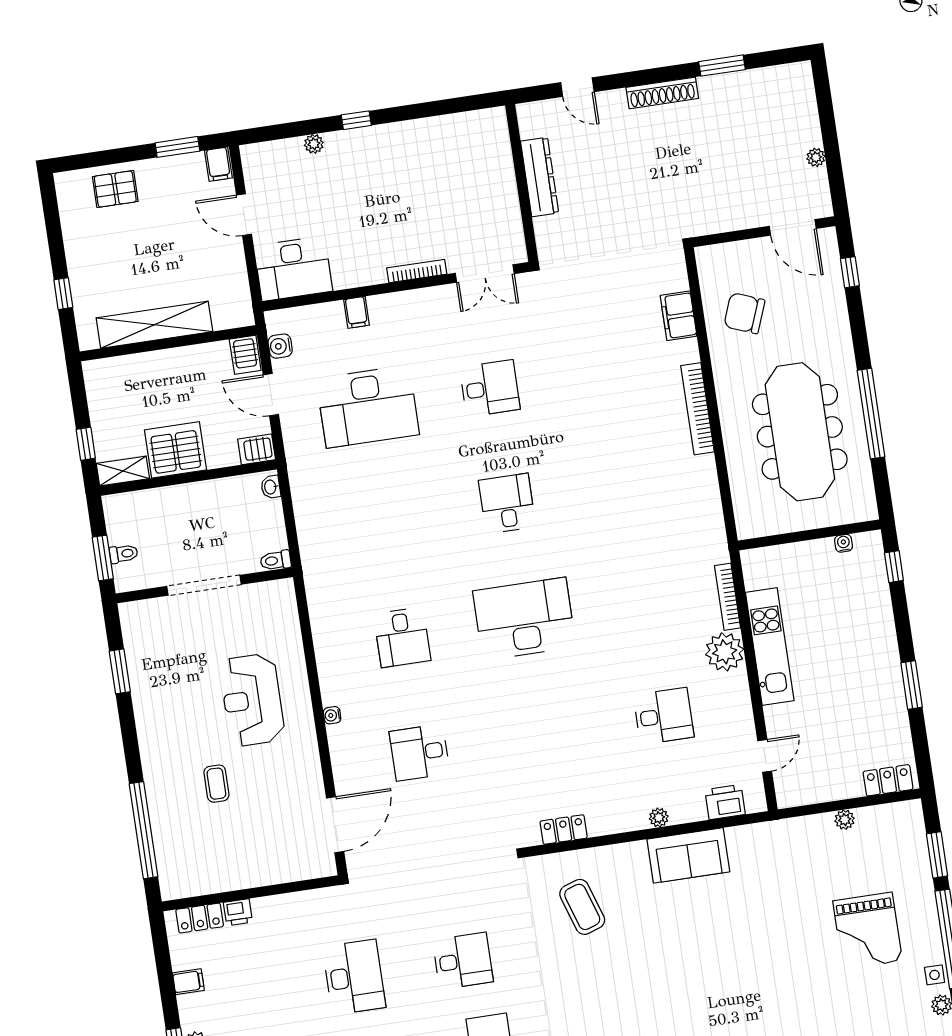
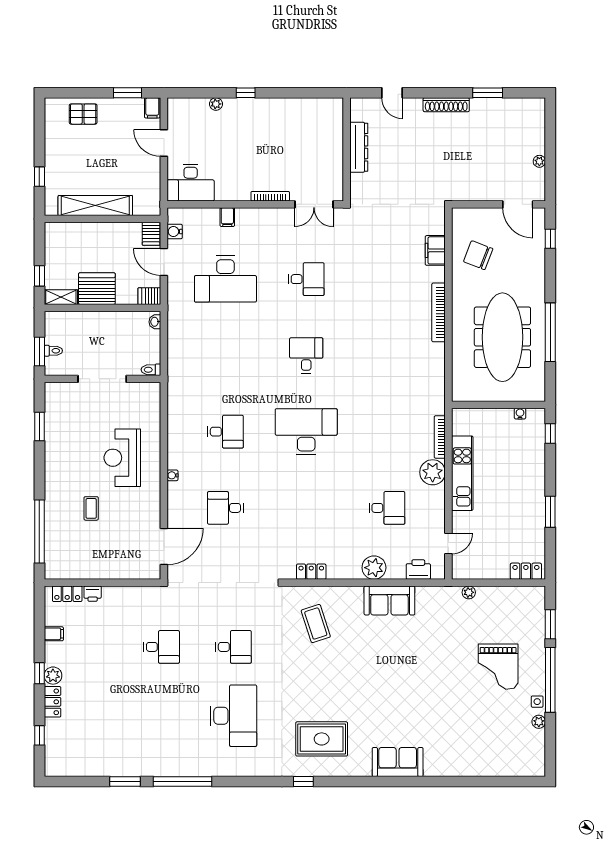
desk: (402, 637) -> (225, 432), turned -90
plant: (659, 818) -> (374, 568), width x1.87, depth x1.87
plant: (845, 820) -> (469, 592), moved
desk: (354, 977) -> (161, 647), width x0.73

